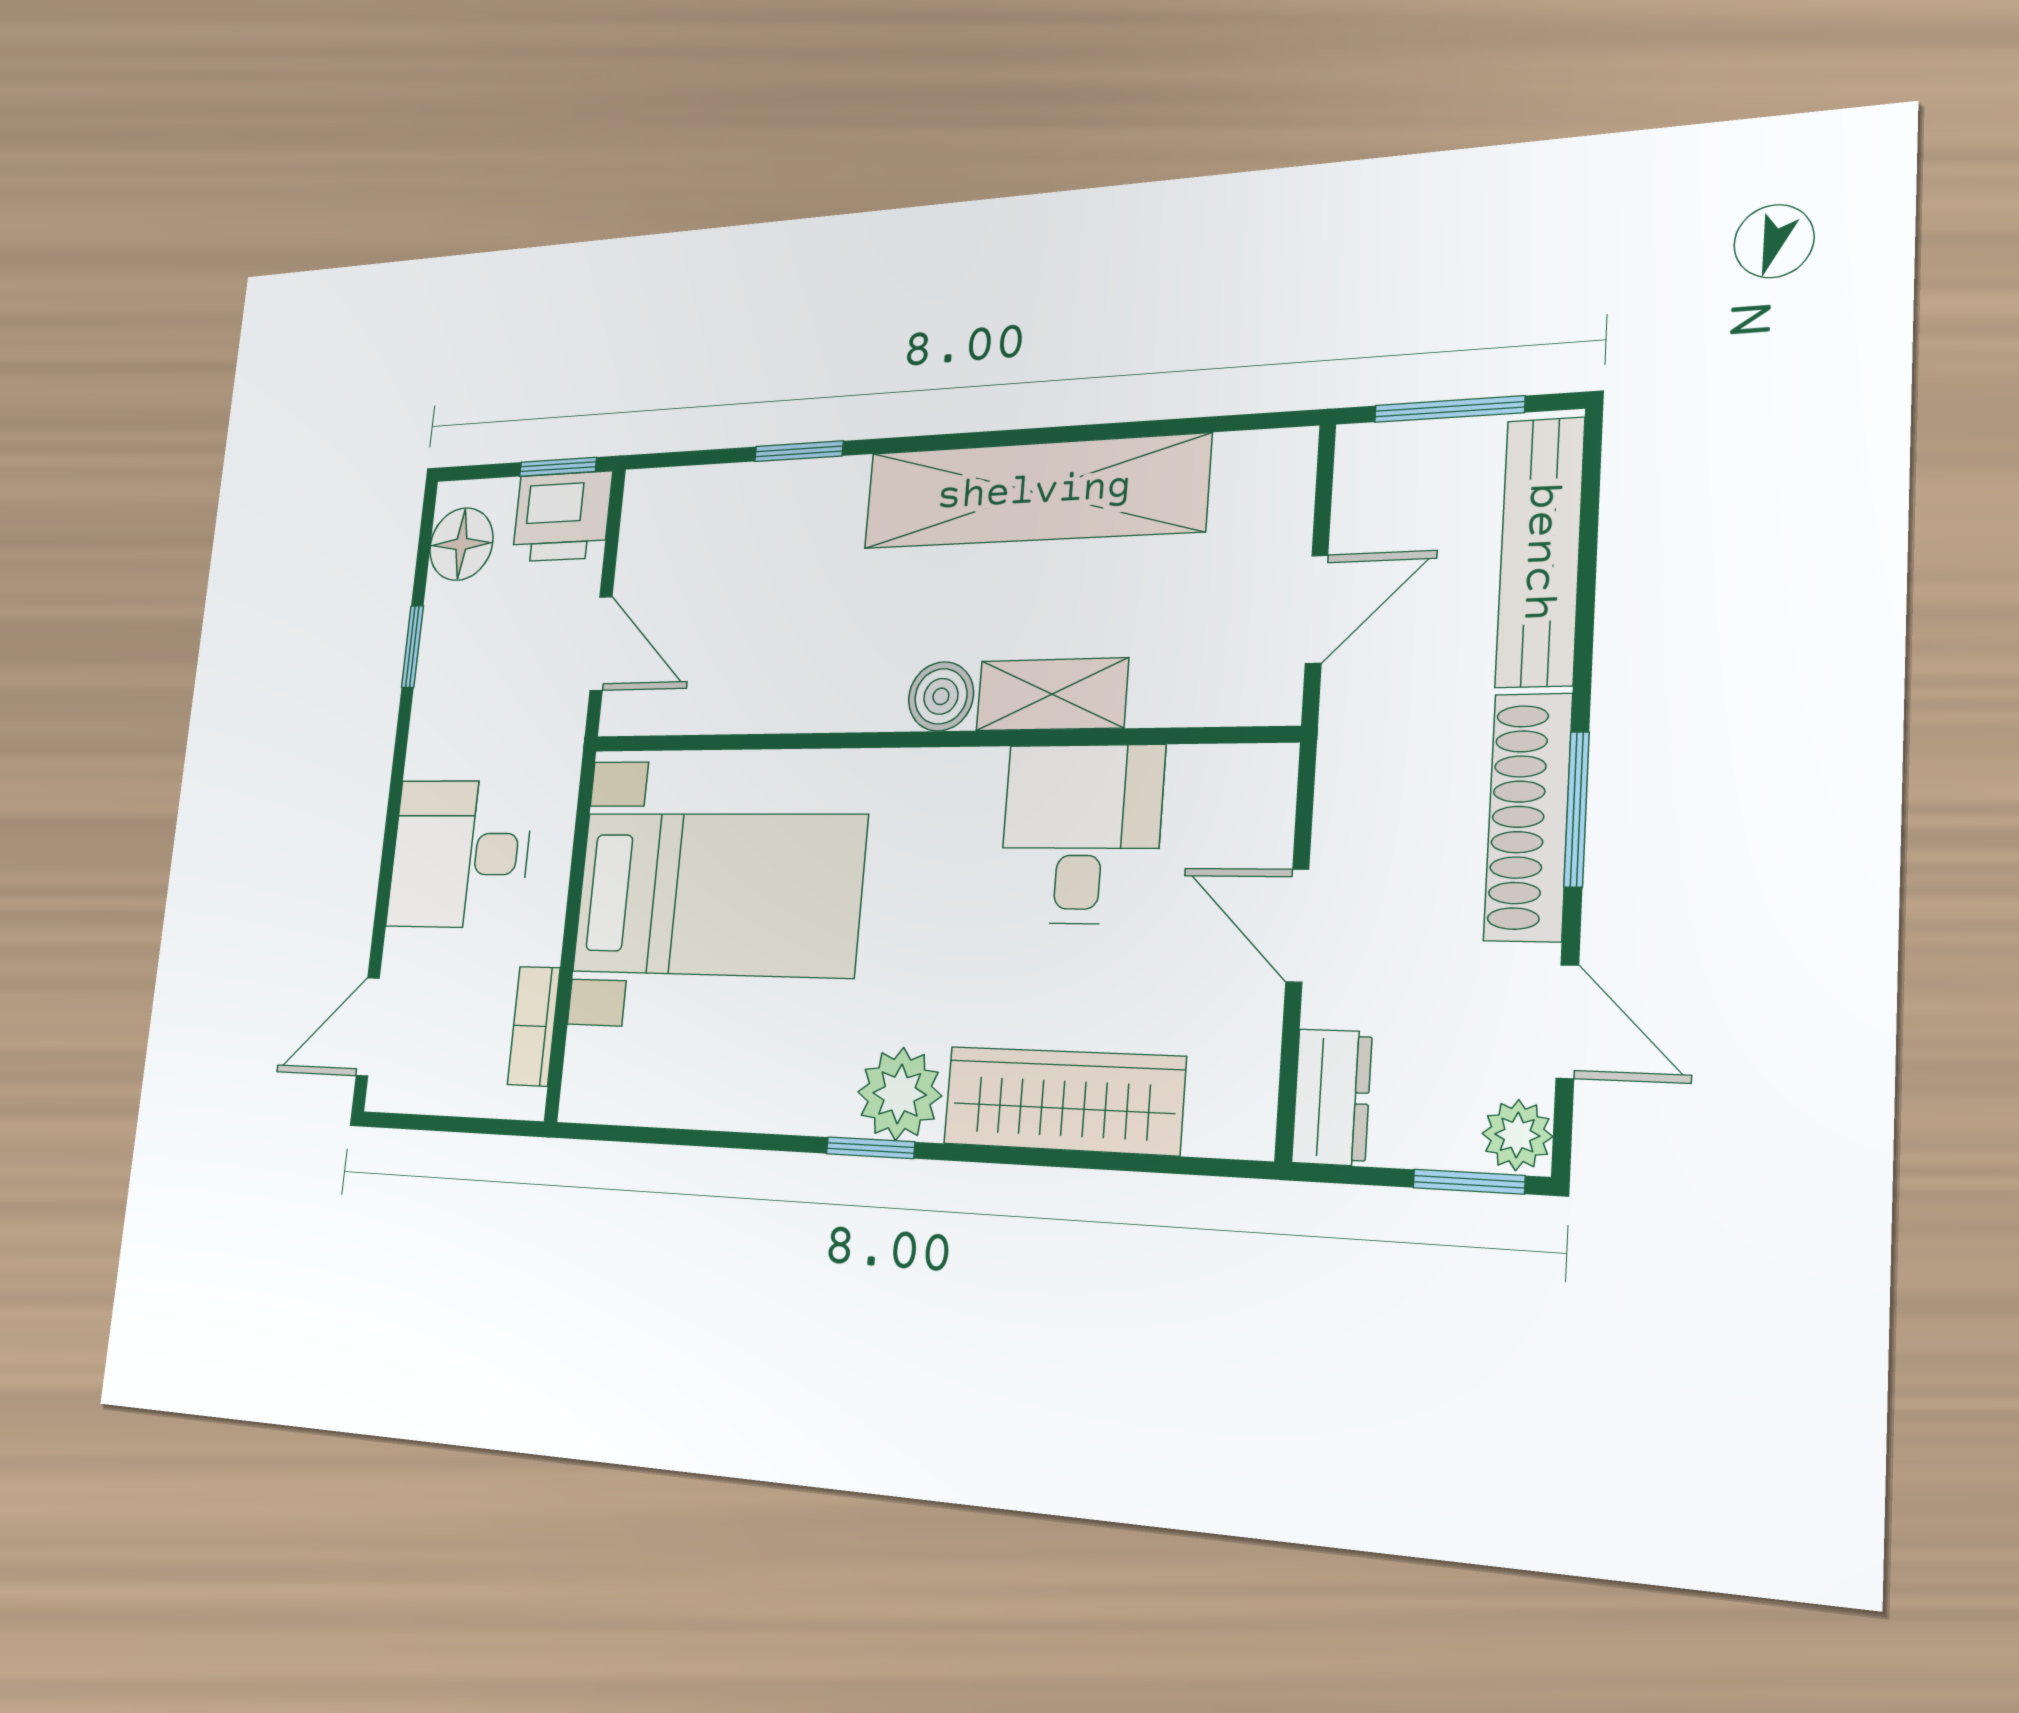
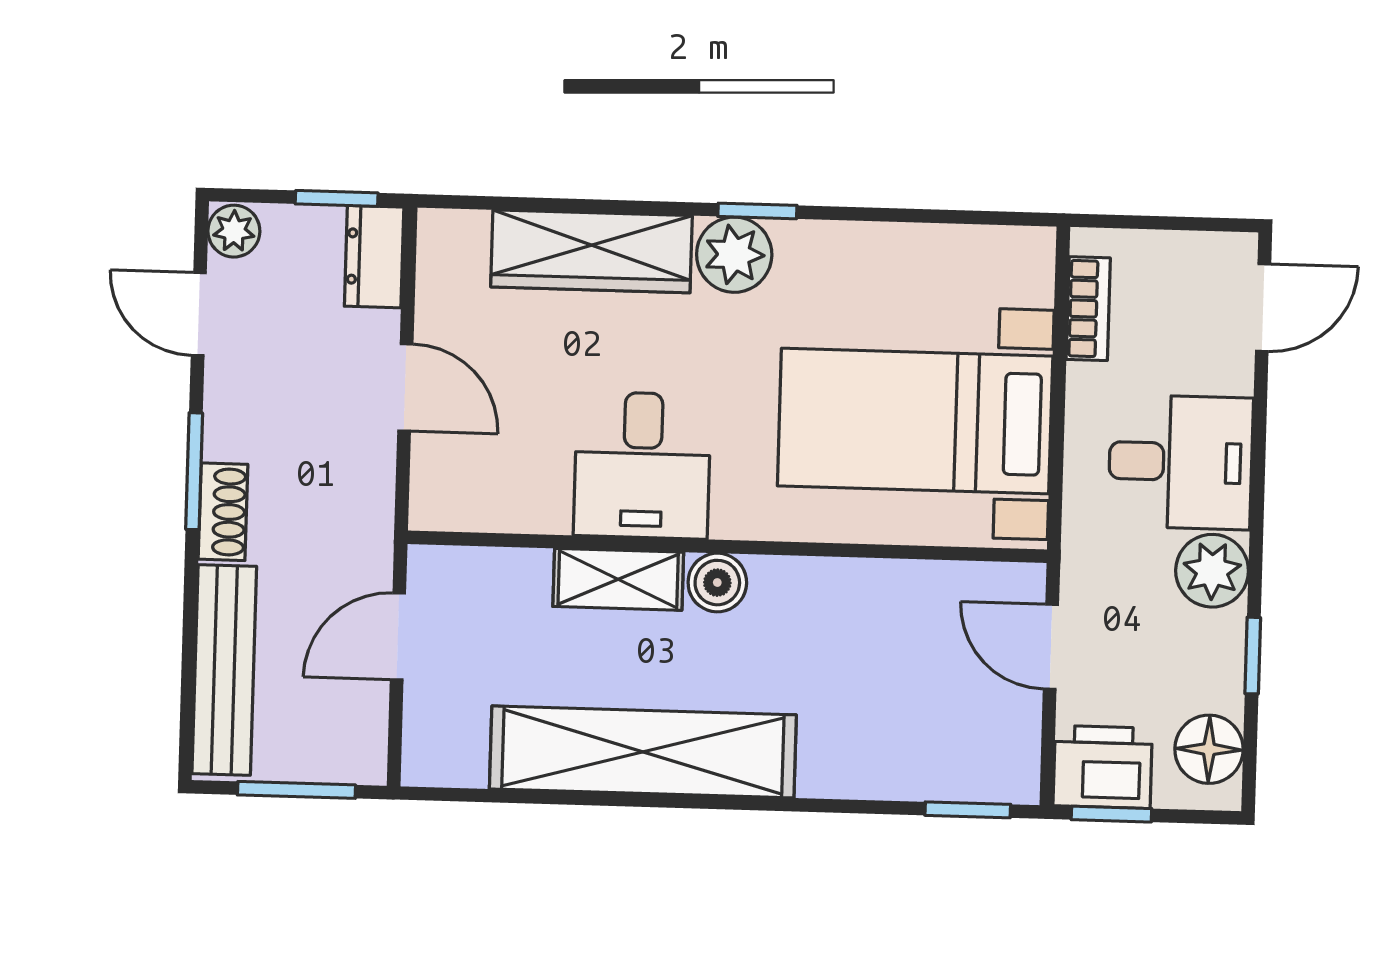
window: (799, 451) -> (968, 810), moved
plant: (441, 736) -> (1212, 571), added
shoe rack: (1528, 817) -> (223, 512), width x0.51, depth x0.81
desk: (1081, 834) -> (642, 465), moved
window: (1469, 1182) -> (337, 198), moved

